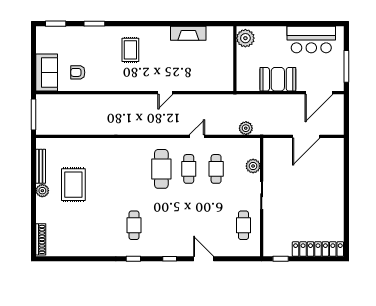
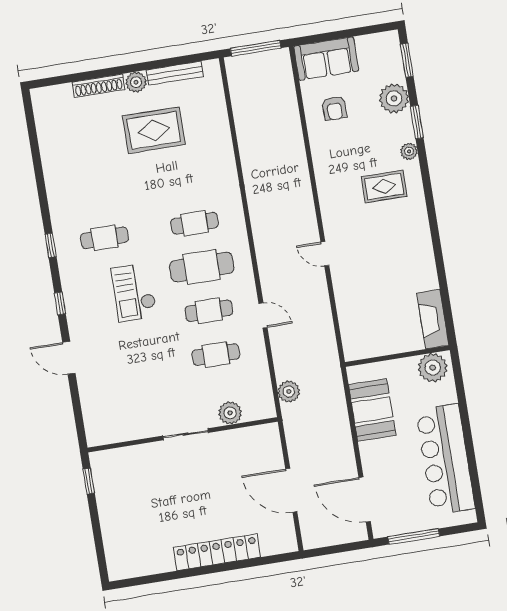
plant: (111, 31) -> (409, 151), added
fireplace: (188, 33) -> (433, 319), moved
plant: (78, 35) -> (394, 98), added
bar counter: (311, 39) -> (445, 459), width x1.36
armchair: (78, 72) -> (334, 108), turned 180
booth: (278, 79) -> (372, 410), moved
checkout: (170, 213) -> (134, 292), added
cafe table: (243, 225) -> (195, 223), moved
shoe rack: (41, 239) -> (99, 86), moved
locker: (318, 249) -> (217, 552), moved, turned -90
door: (204, 259) -> (69, 358), swing flipped

